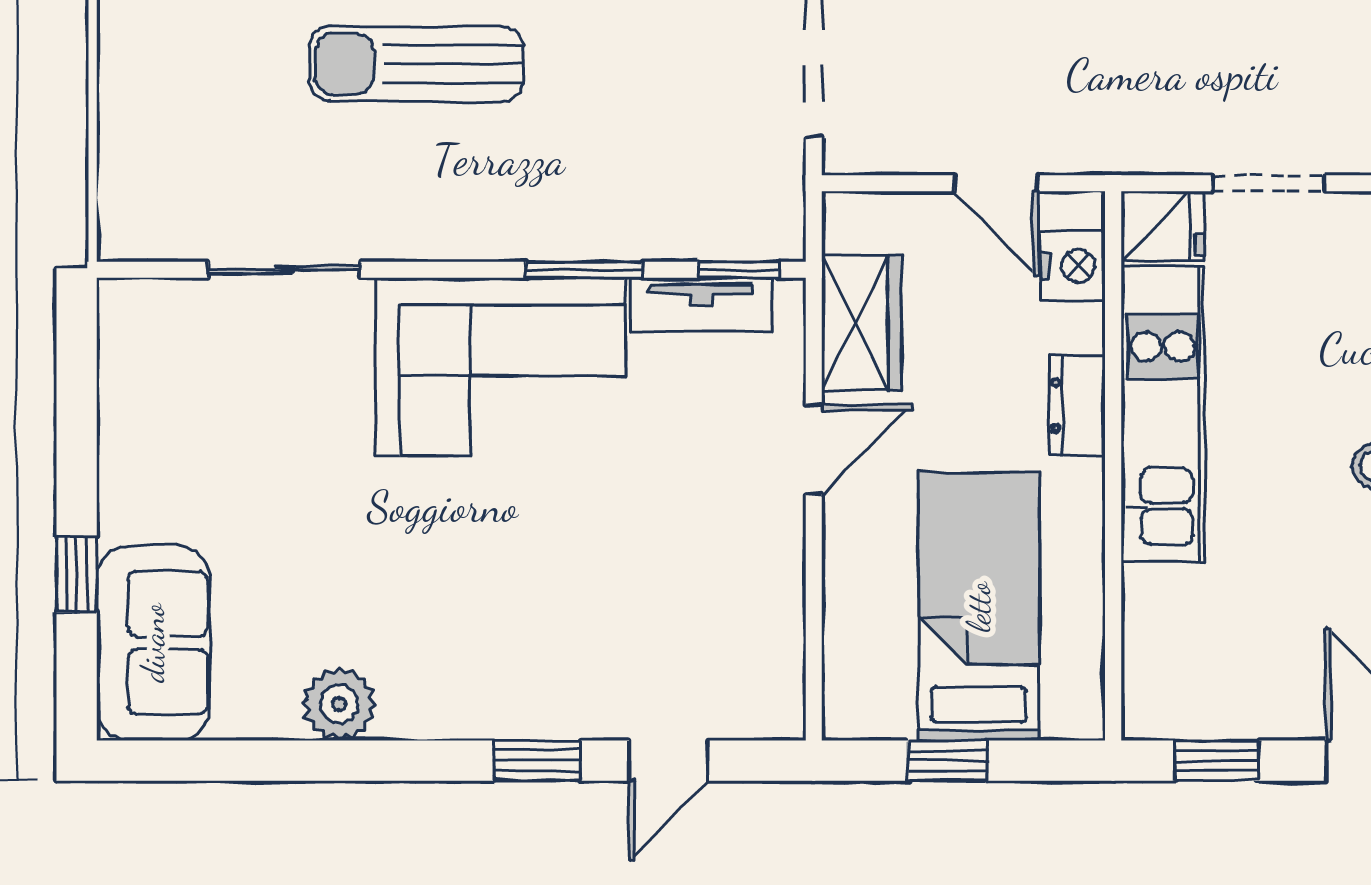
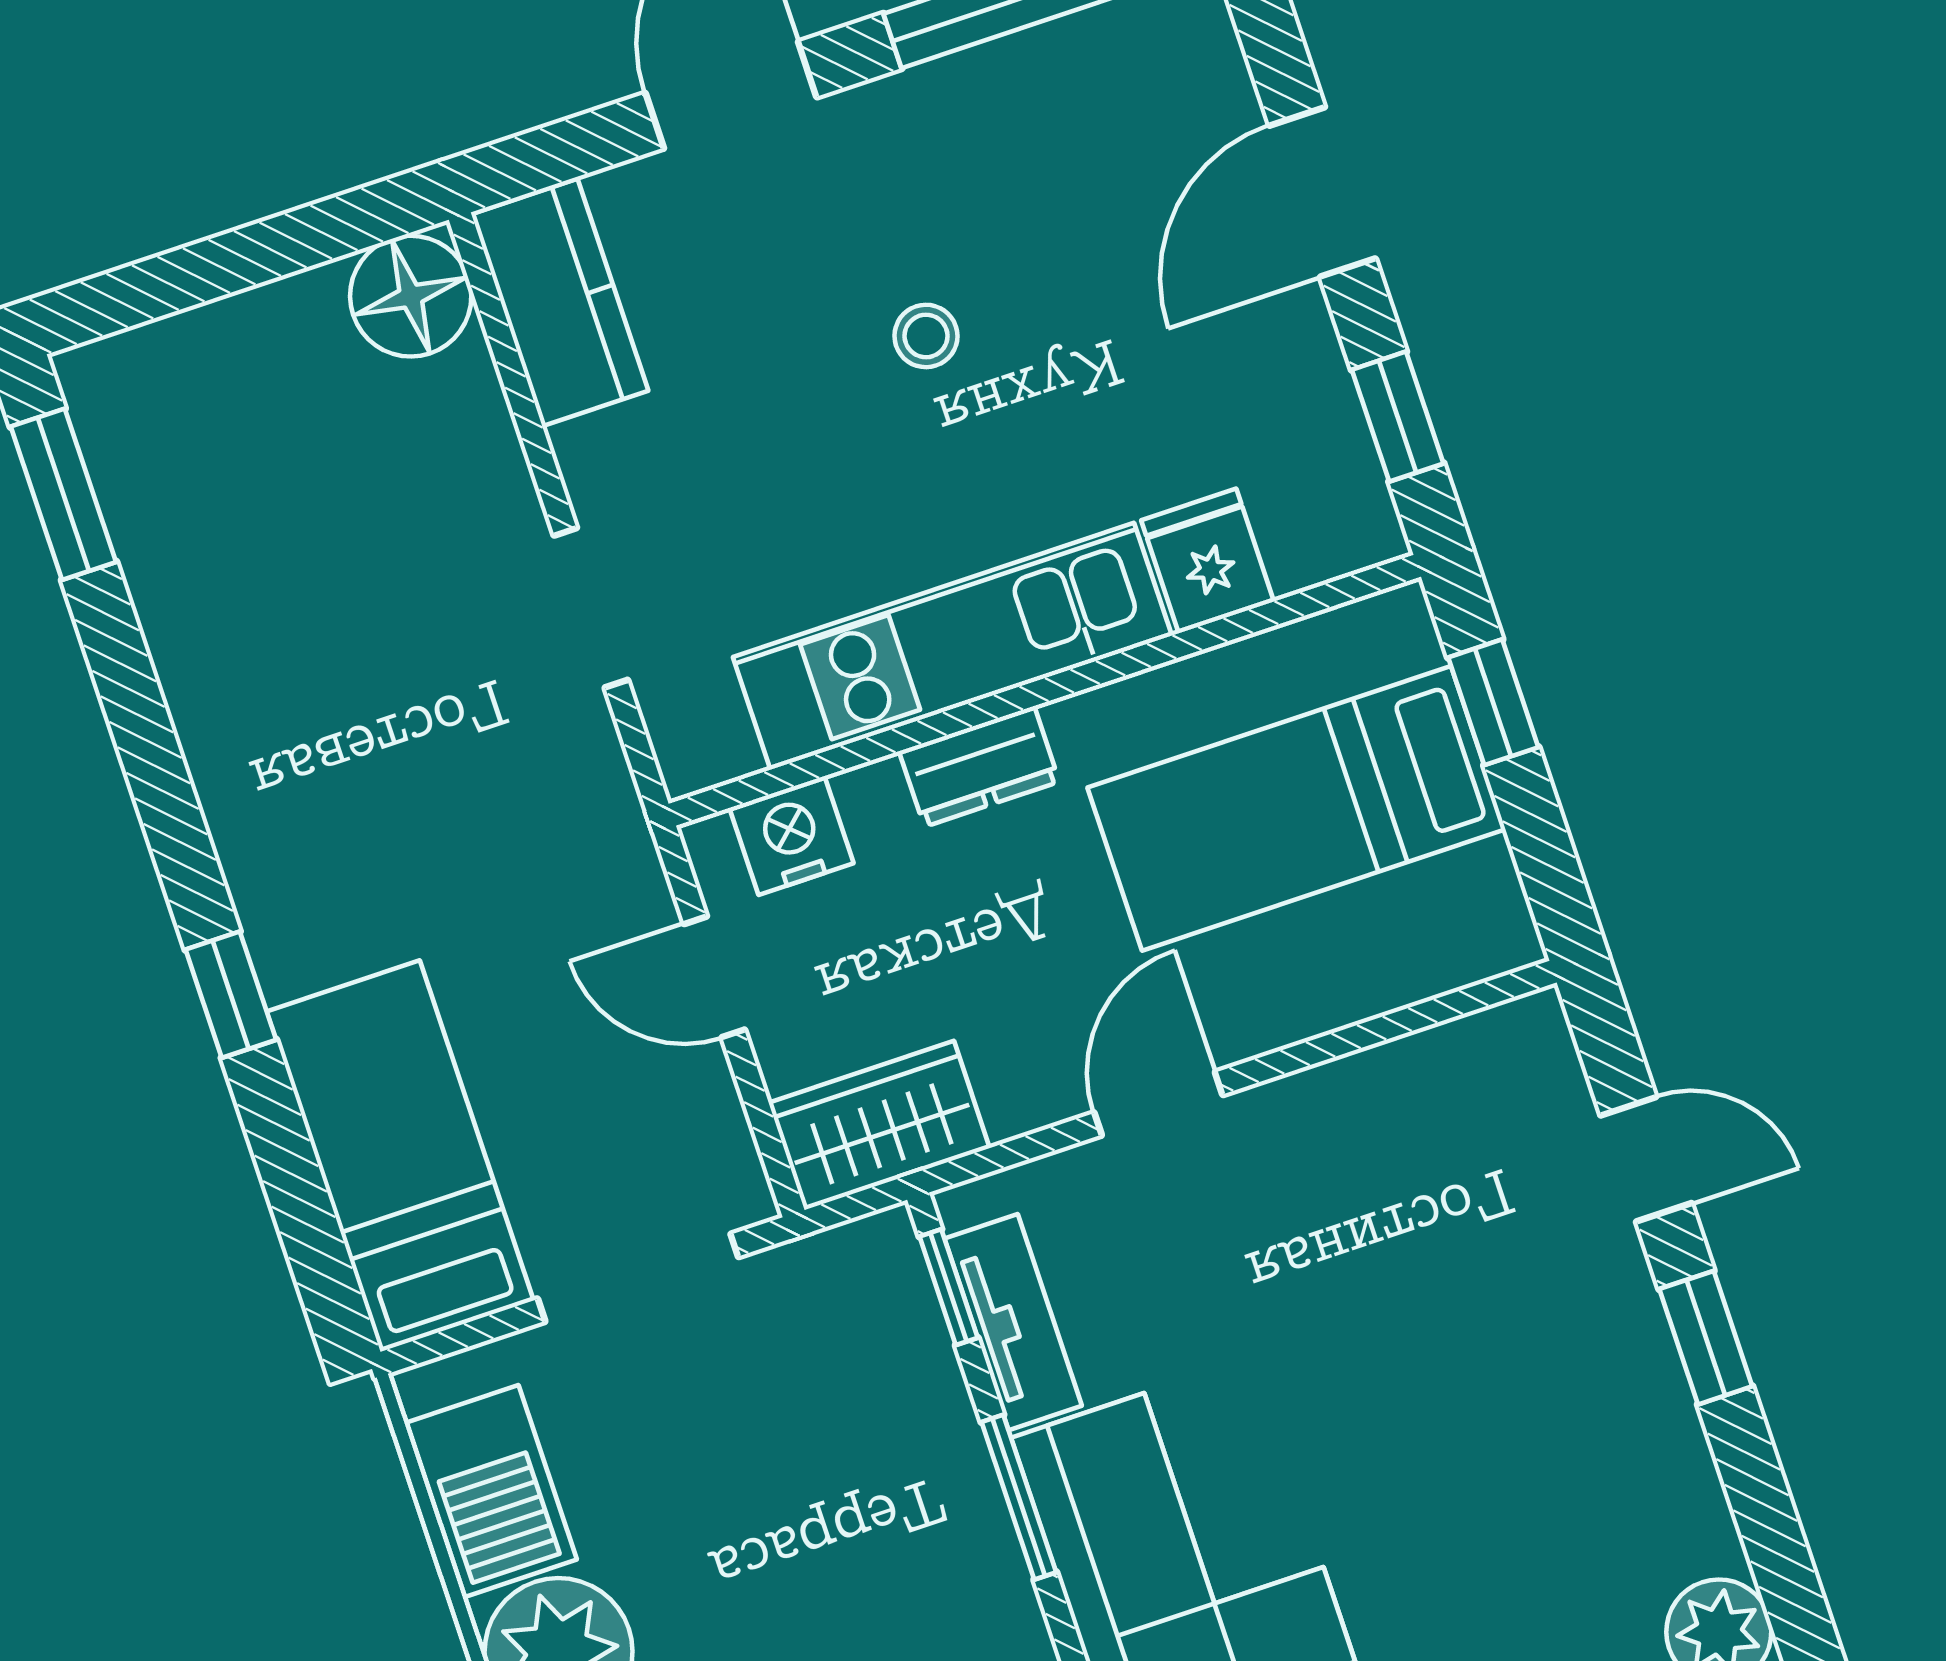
door: (996, 183) -> (714, 977), swing flipped
fridge: (1163, 226) -> (1208, 561), moved
wardrobe: (861, 323) -> (879, 1125), moved
door: (814, 450) -> (1158, 1104), hinge flipped
window: (947, 761) -> (1493, 702), moved

